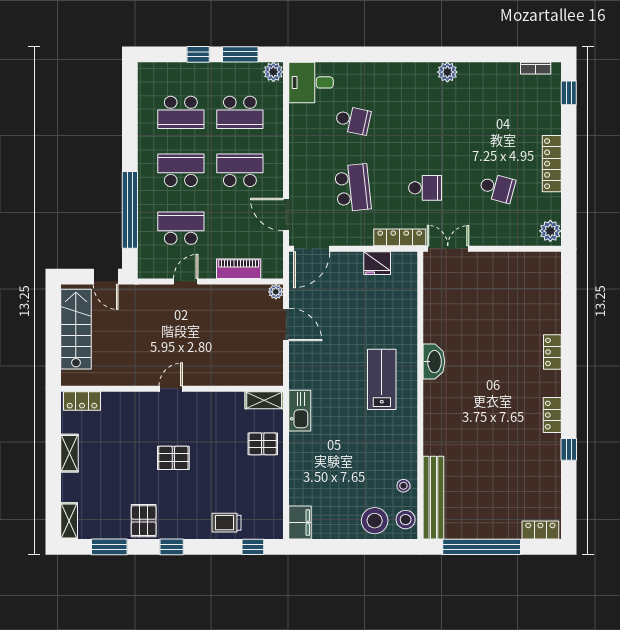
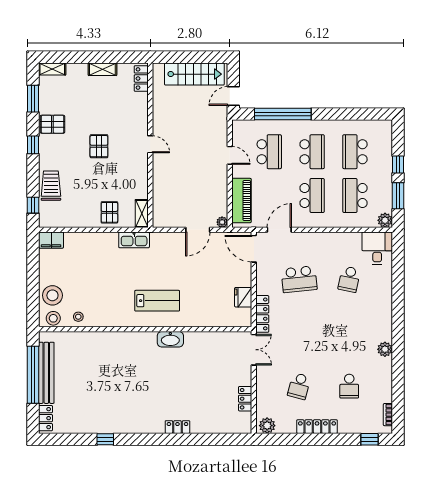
school desk: (425, 188) -> (349, 386), moved
piano: (239, 269) -> (242, 201), width x1.37, depth x1.33
locker: (552, 415) -> (245, 399), moved, turned -90
bench: (433, 498) -> (46, 373), moved, turned 90
trolley: (227, 523) -> (51, 186), width x1.36, depth x1.39

